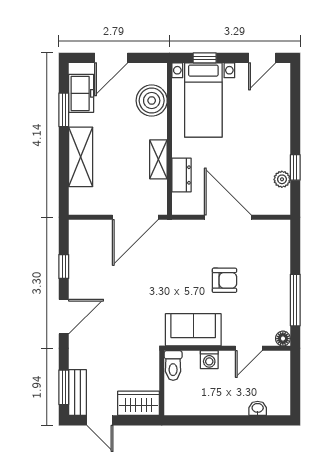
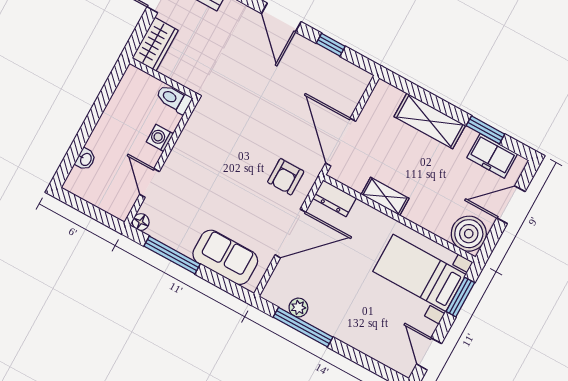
door: (111, 58) -> (511, 205), hinge flipped
window: (205, 58) -> (460, 297), width x1.50
boiler: (152, 101) -> (469, 234), moved
window: (295, 167) -> (303, 327), width x2.17
dresser: (182, 175) -> (335, 198), moved
armchair: (224, 280) -> (286, 177), moved
sofa: (193, 330) -> (225, 257), moved, turned -90

